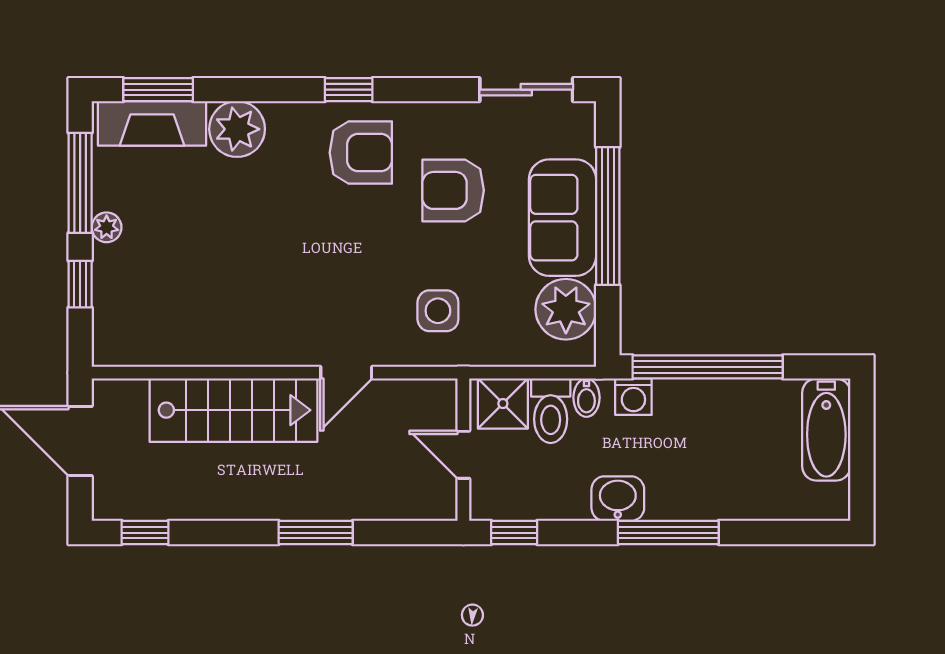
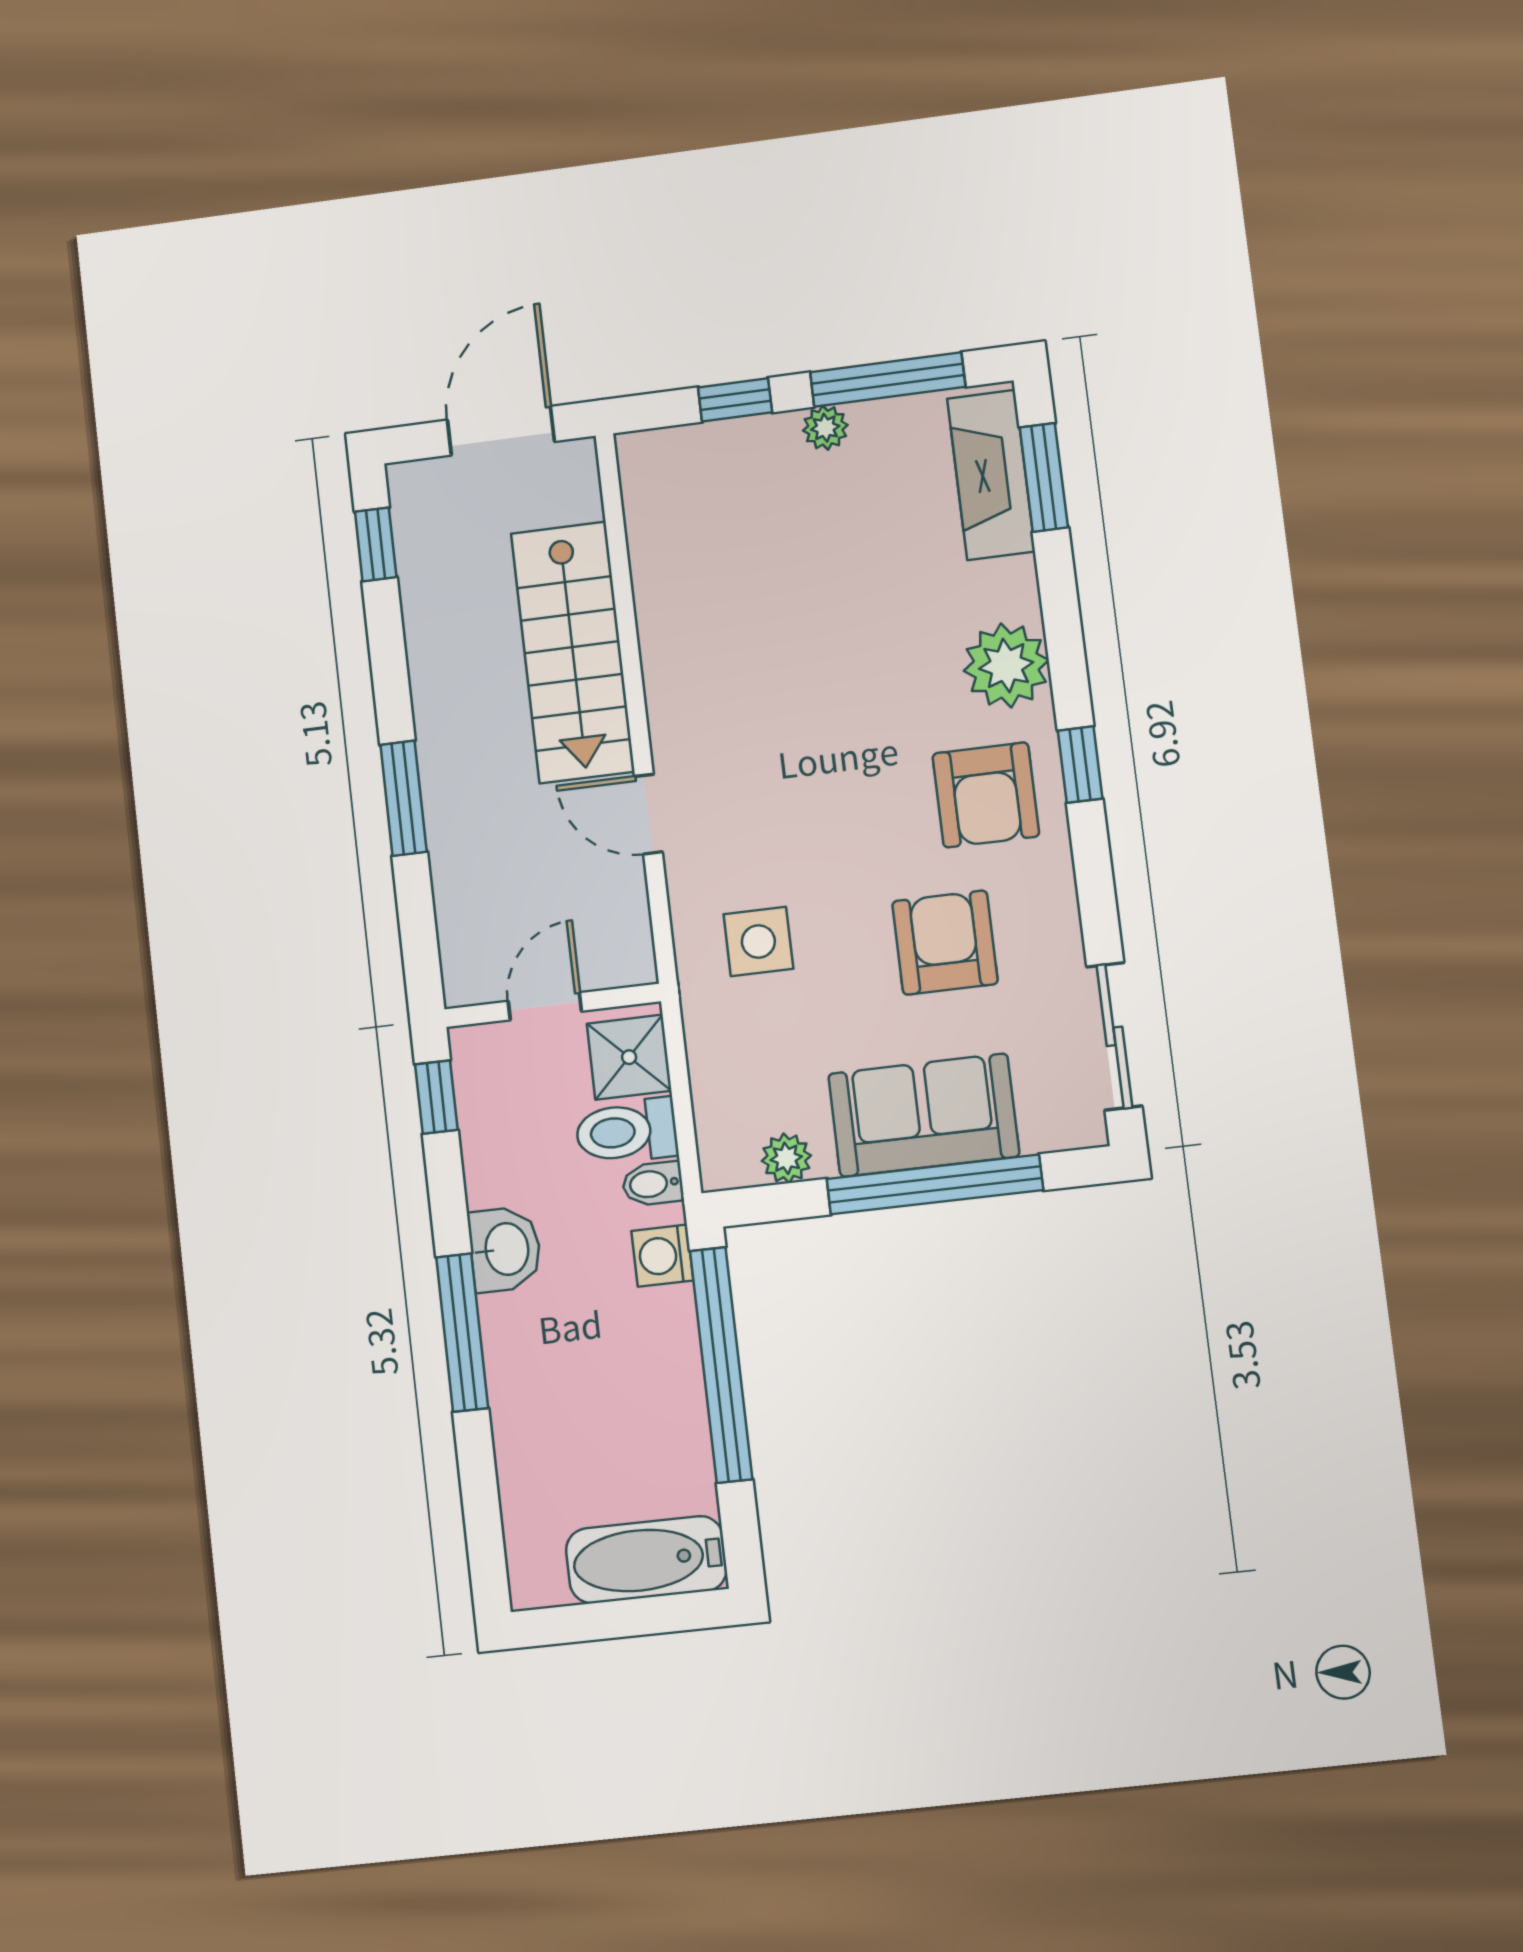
plant: (237, 129) -> (1006, 666), moved
plant: (566, 309) -> (786, 1158), width x0.53, depth x0.53

